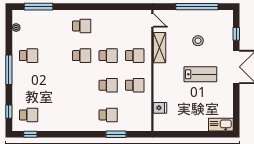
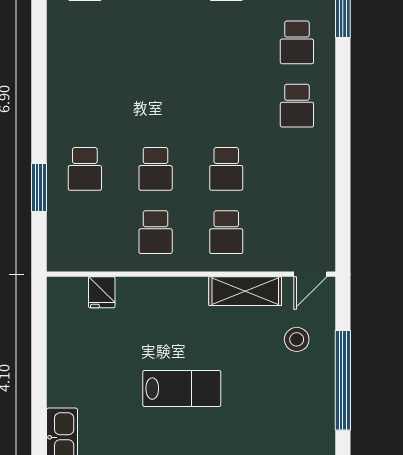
stool: (198, 41) -> (297, 339), moved
school desk: (82, 56) -> (297, 42), moved
lab bench: (200, 74) -> (182, 389), turned -90

